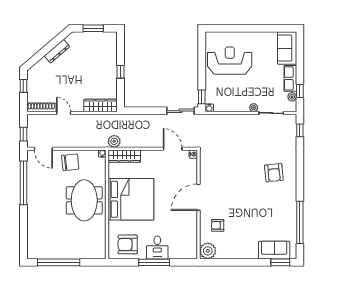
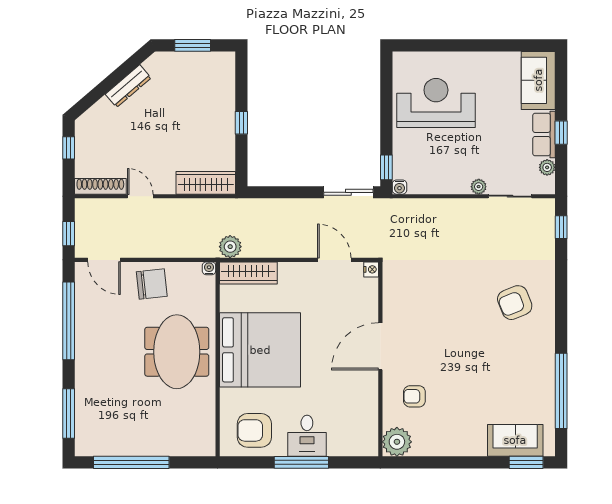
window: (300, 91) -> (561, 133), moved
armchair: (274, 173) -> (515, 303), turned 74
window: (23, 235) -> (69, 414), added

